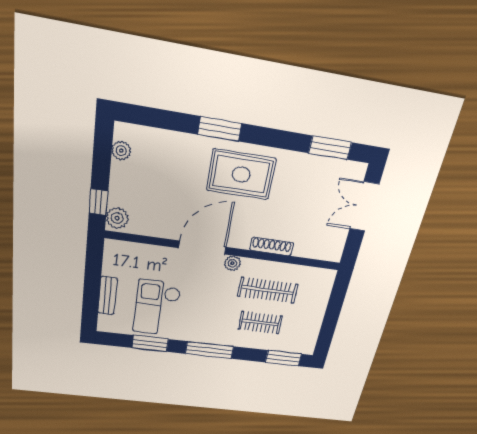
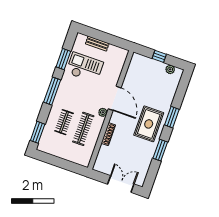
window: (330, 148) -> (160, 150), moved
window: (98, 202) -> (159, 56), moved
plant: (117, 218) -> (138, 59), removed

